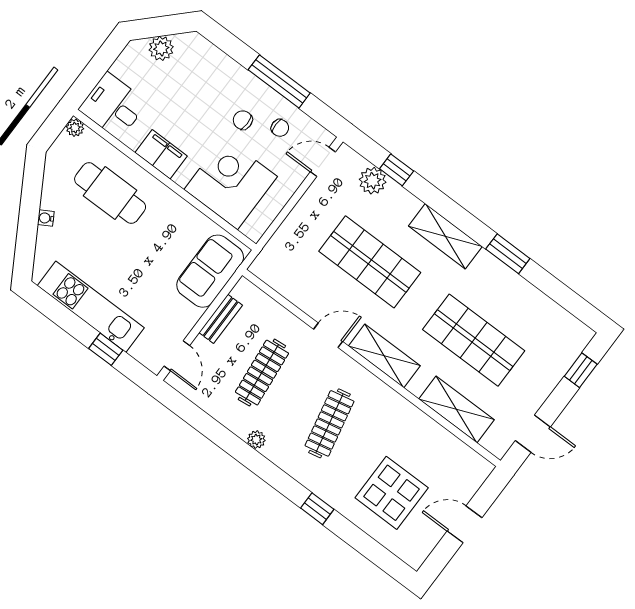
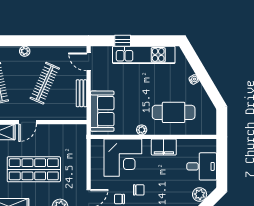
desk: (113, 106) -> (202, 166), moved
plant: (75, 128) -> (142, 130), moved
clothes rail: (262, 373) -> (45, 83), turned 30

